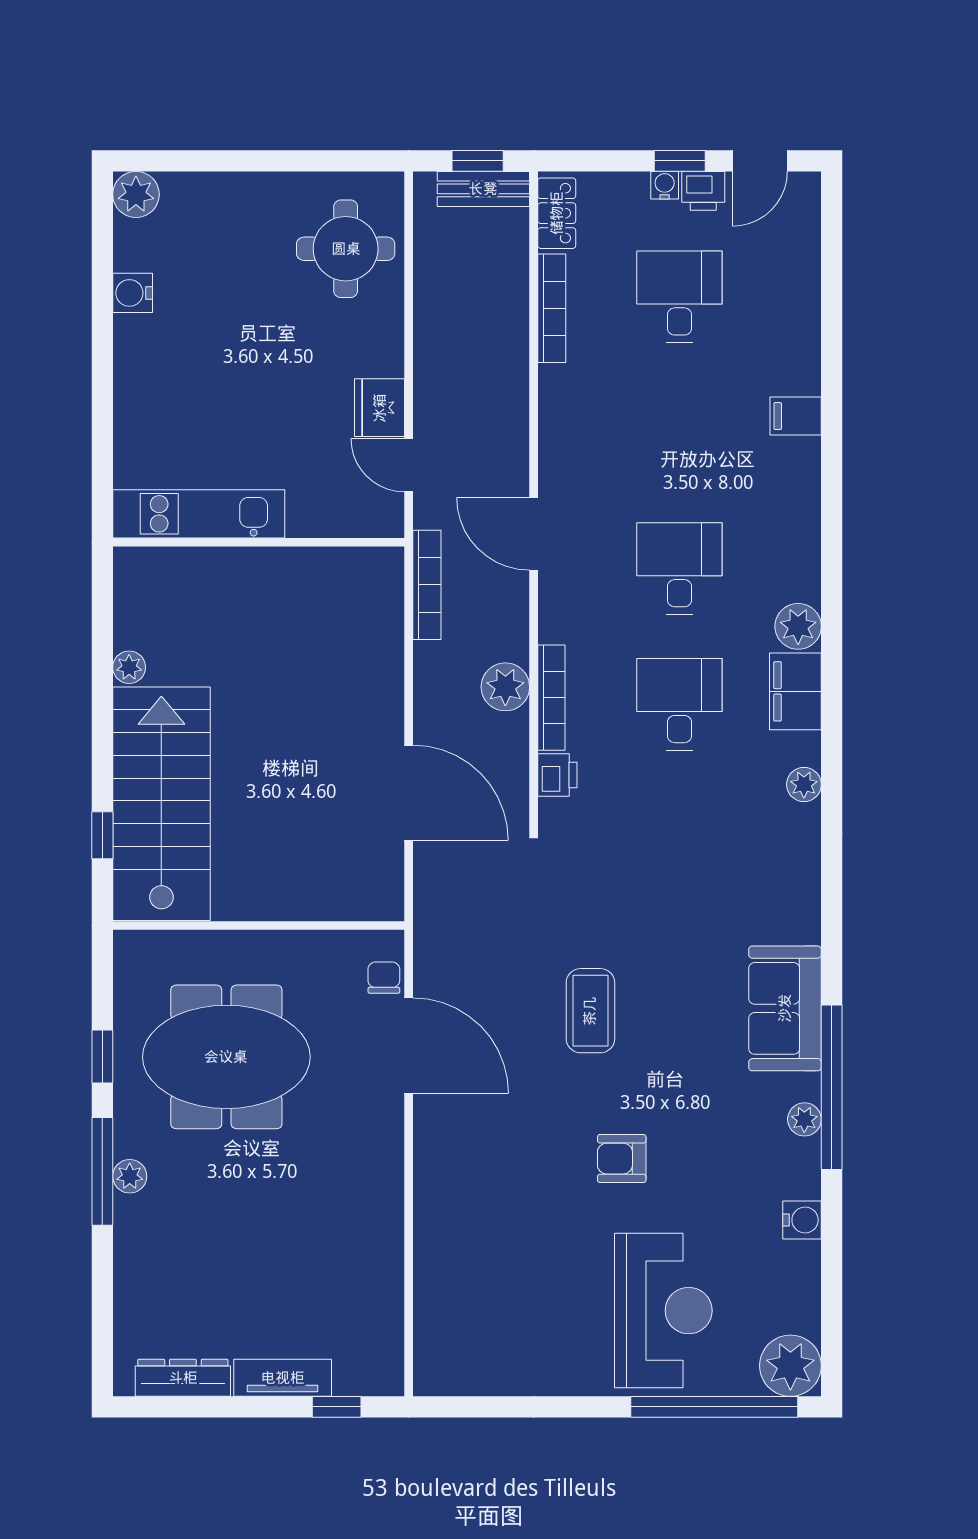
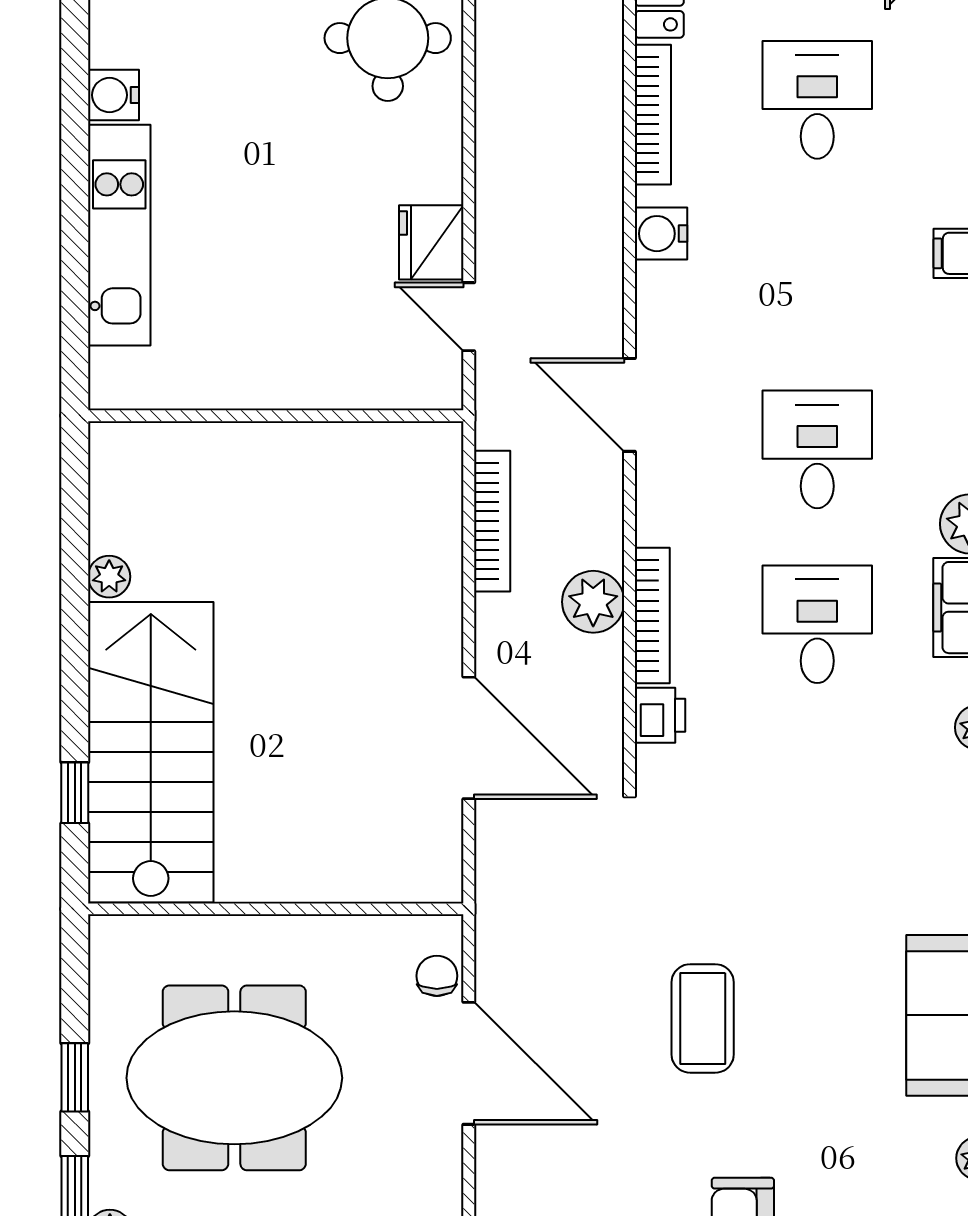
water cooler: (558, 401) -> (661, 234), added
kitchen unit: (199, 514) -> (119, 235), moved, turned 90
bookcase: (427, 585) -> (492, 521), moved

